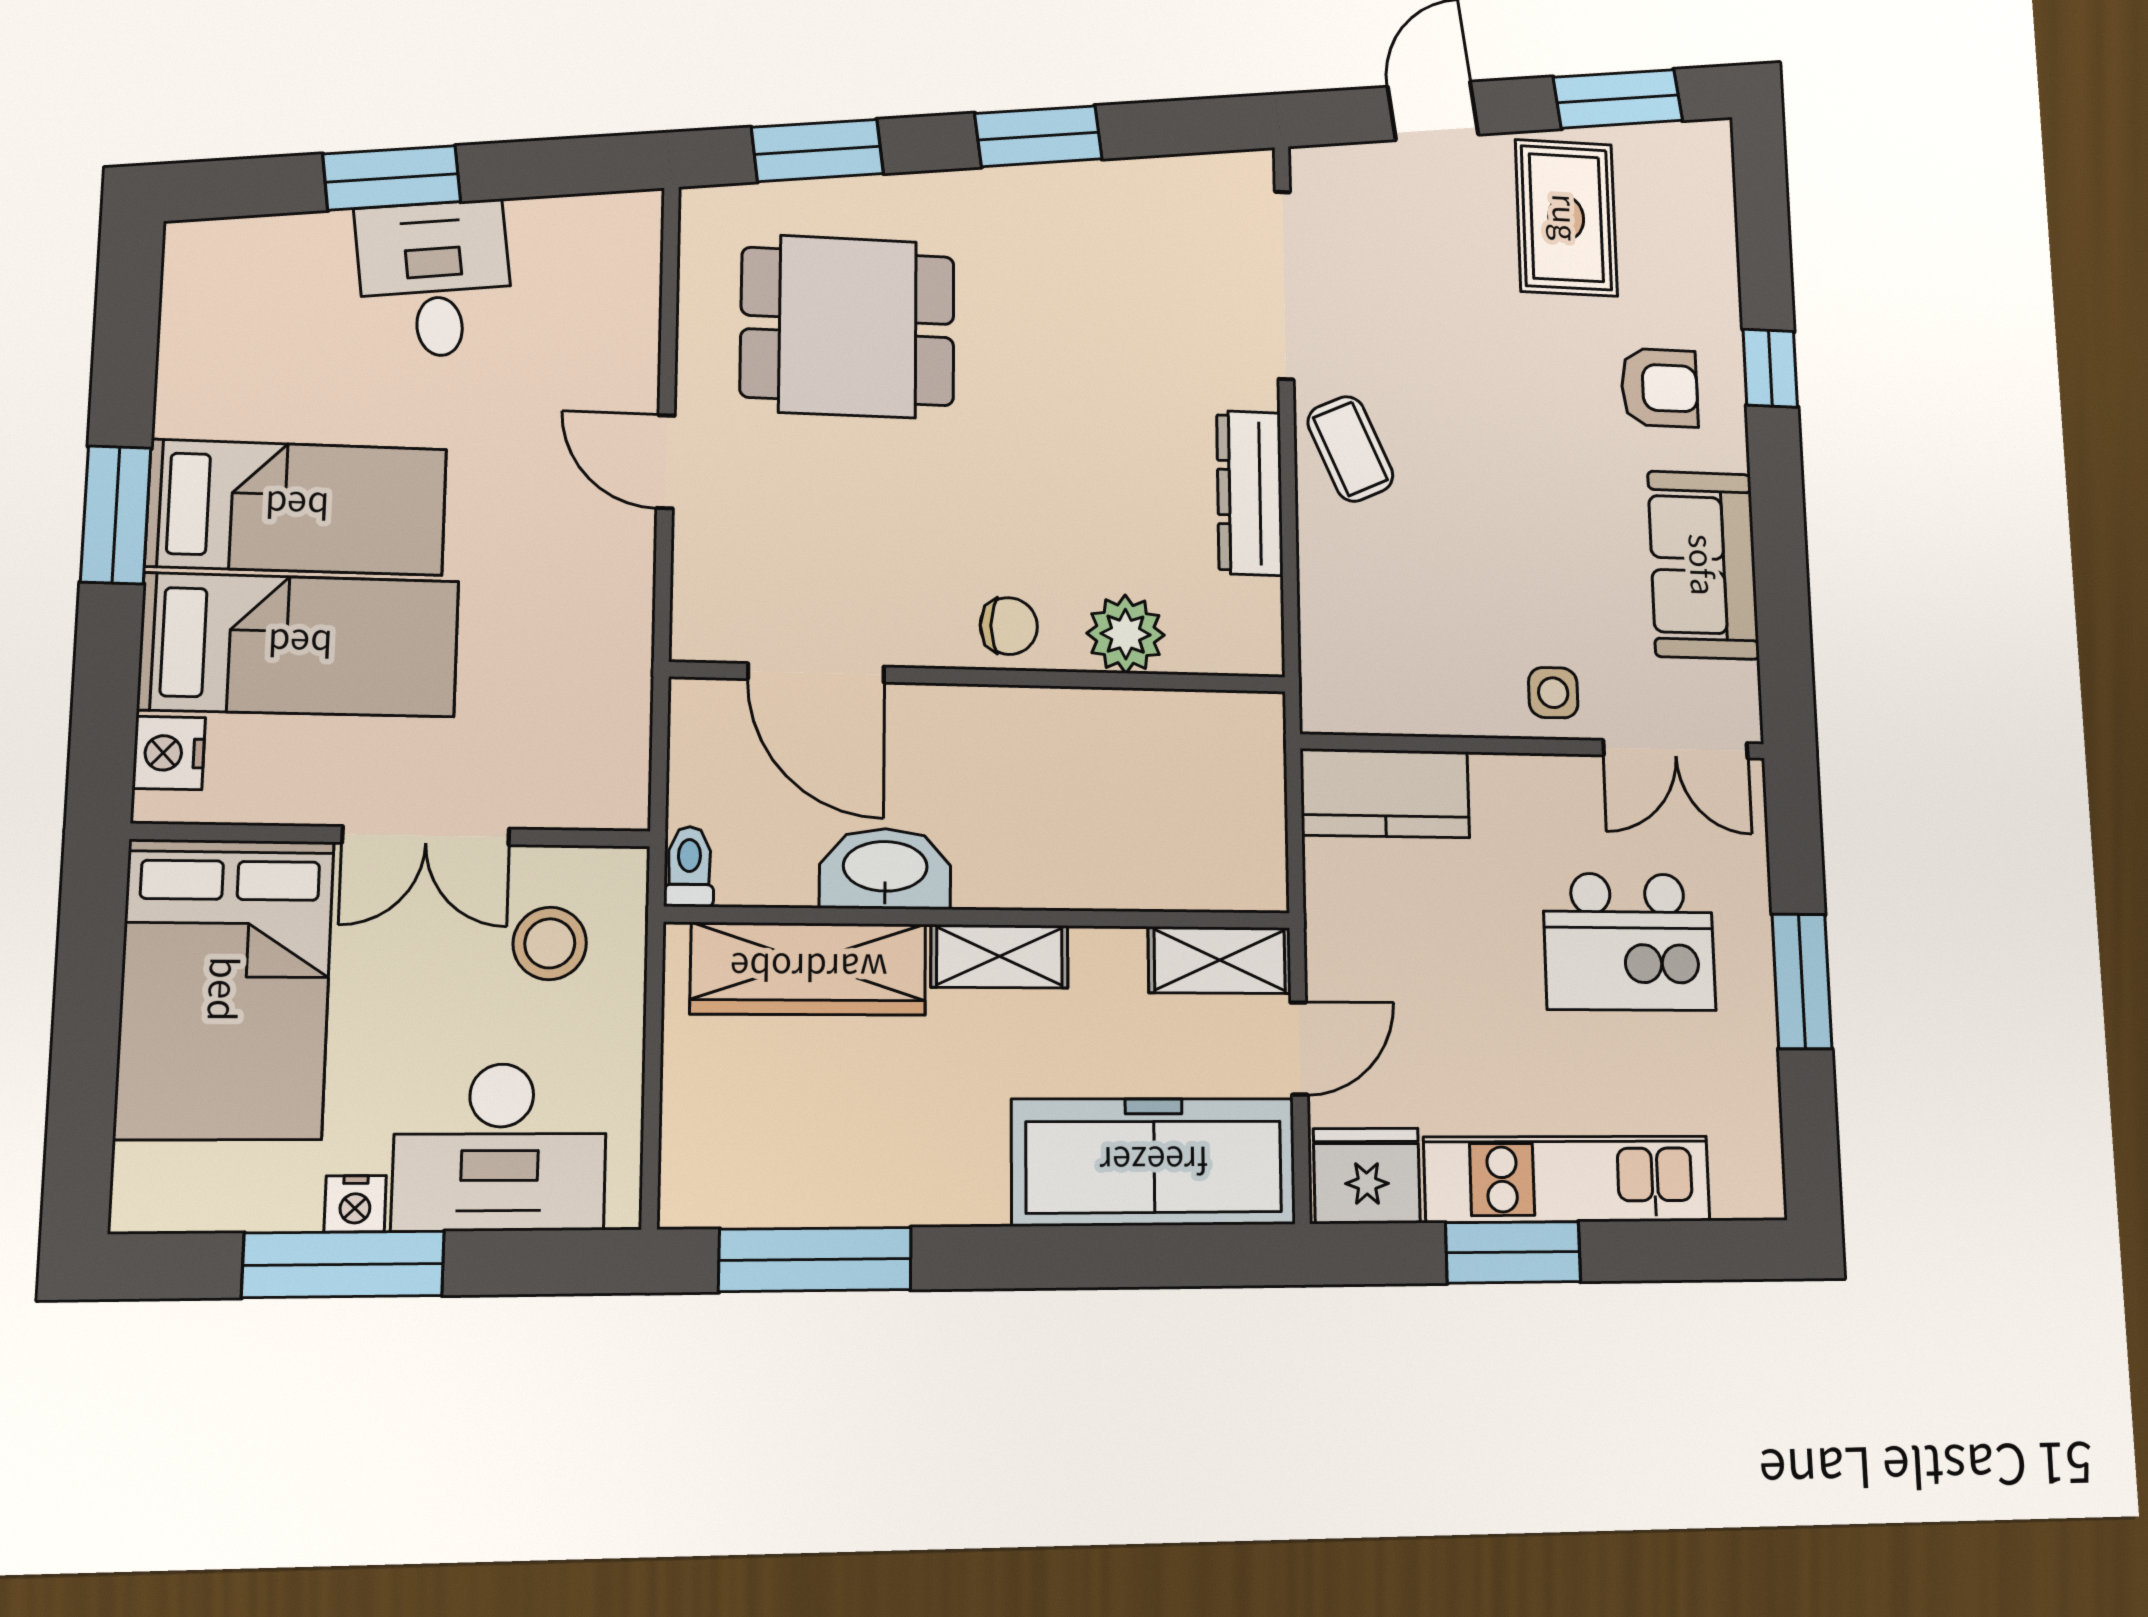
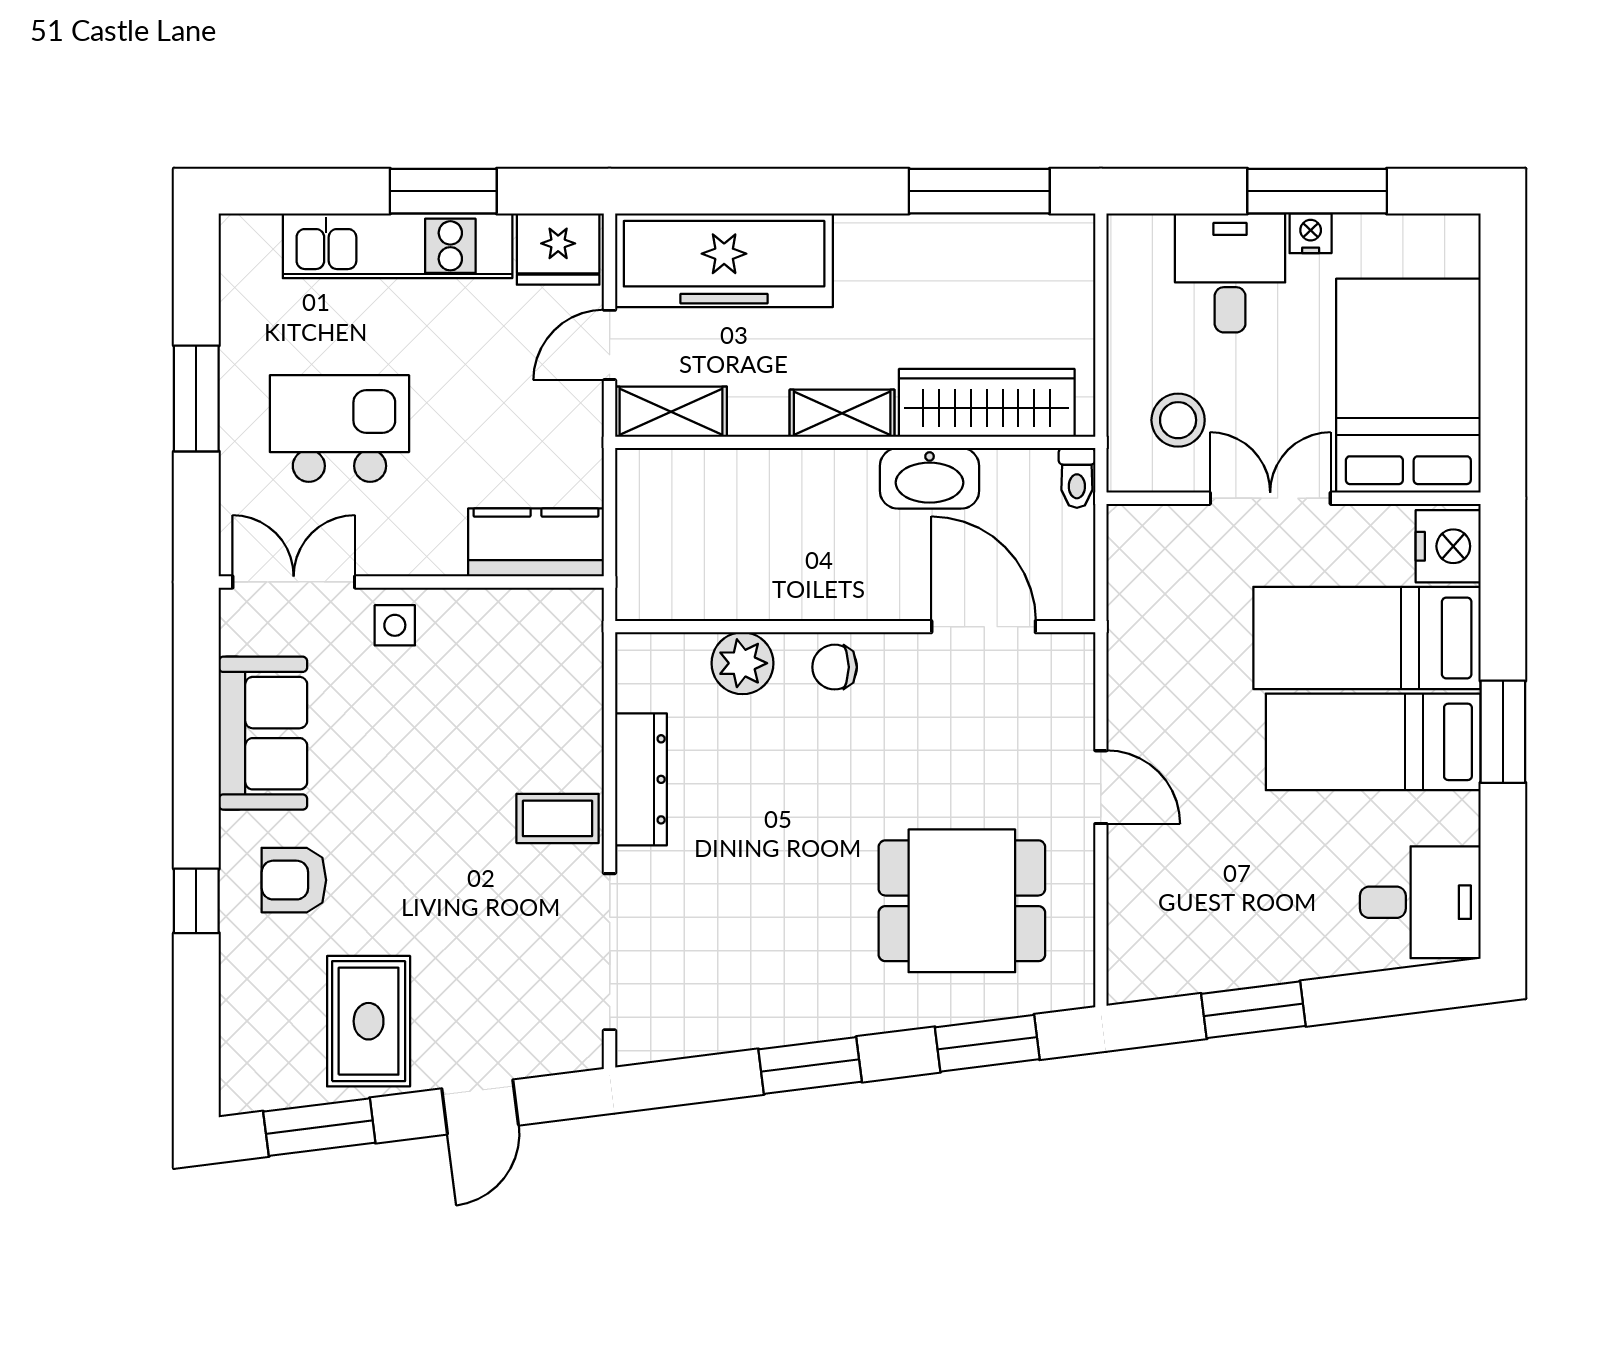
window: (392, 178) -> (1253, 1010), moved
desk: (435, 279) -> (1420, 902), moved, turned -83
coffee table: (1350, 449) -> (558, 818), turned -66
nightstand: (169, 753) -> (1448, 546), width x1.36, depth x1.33
desk: (500, 1147) -> (1230, 273), width x0.73

